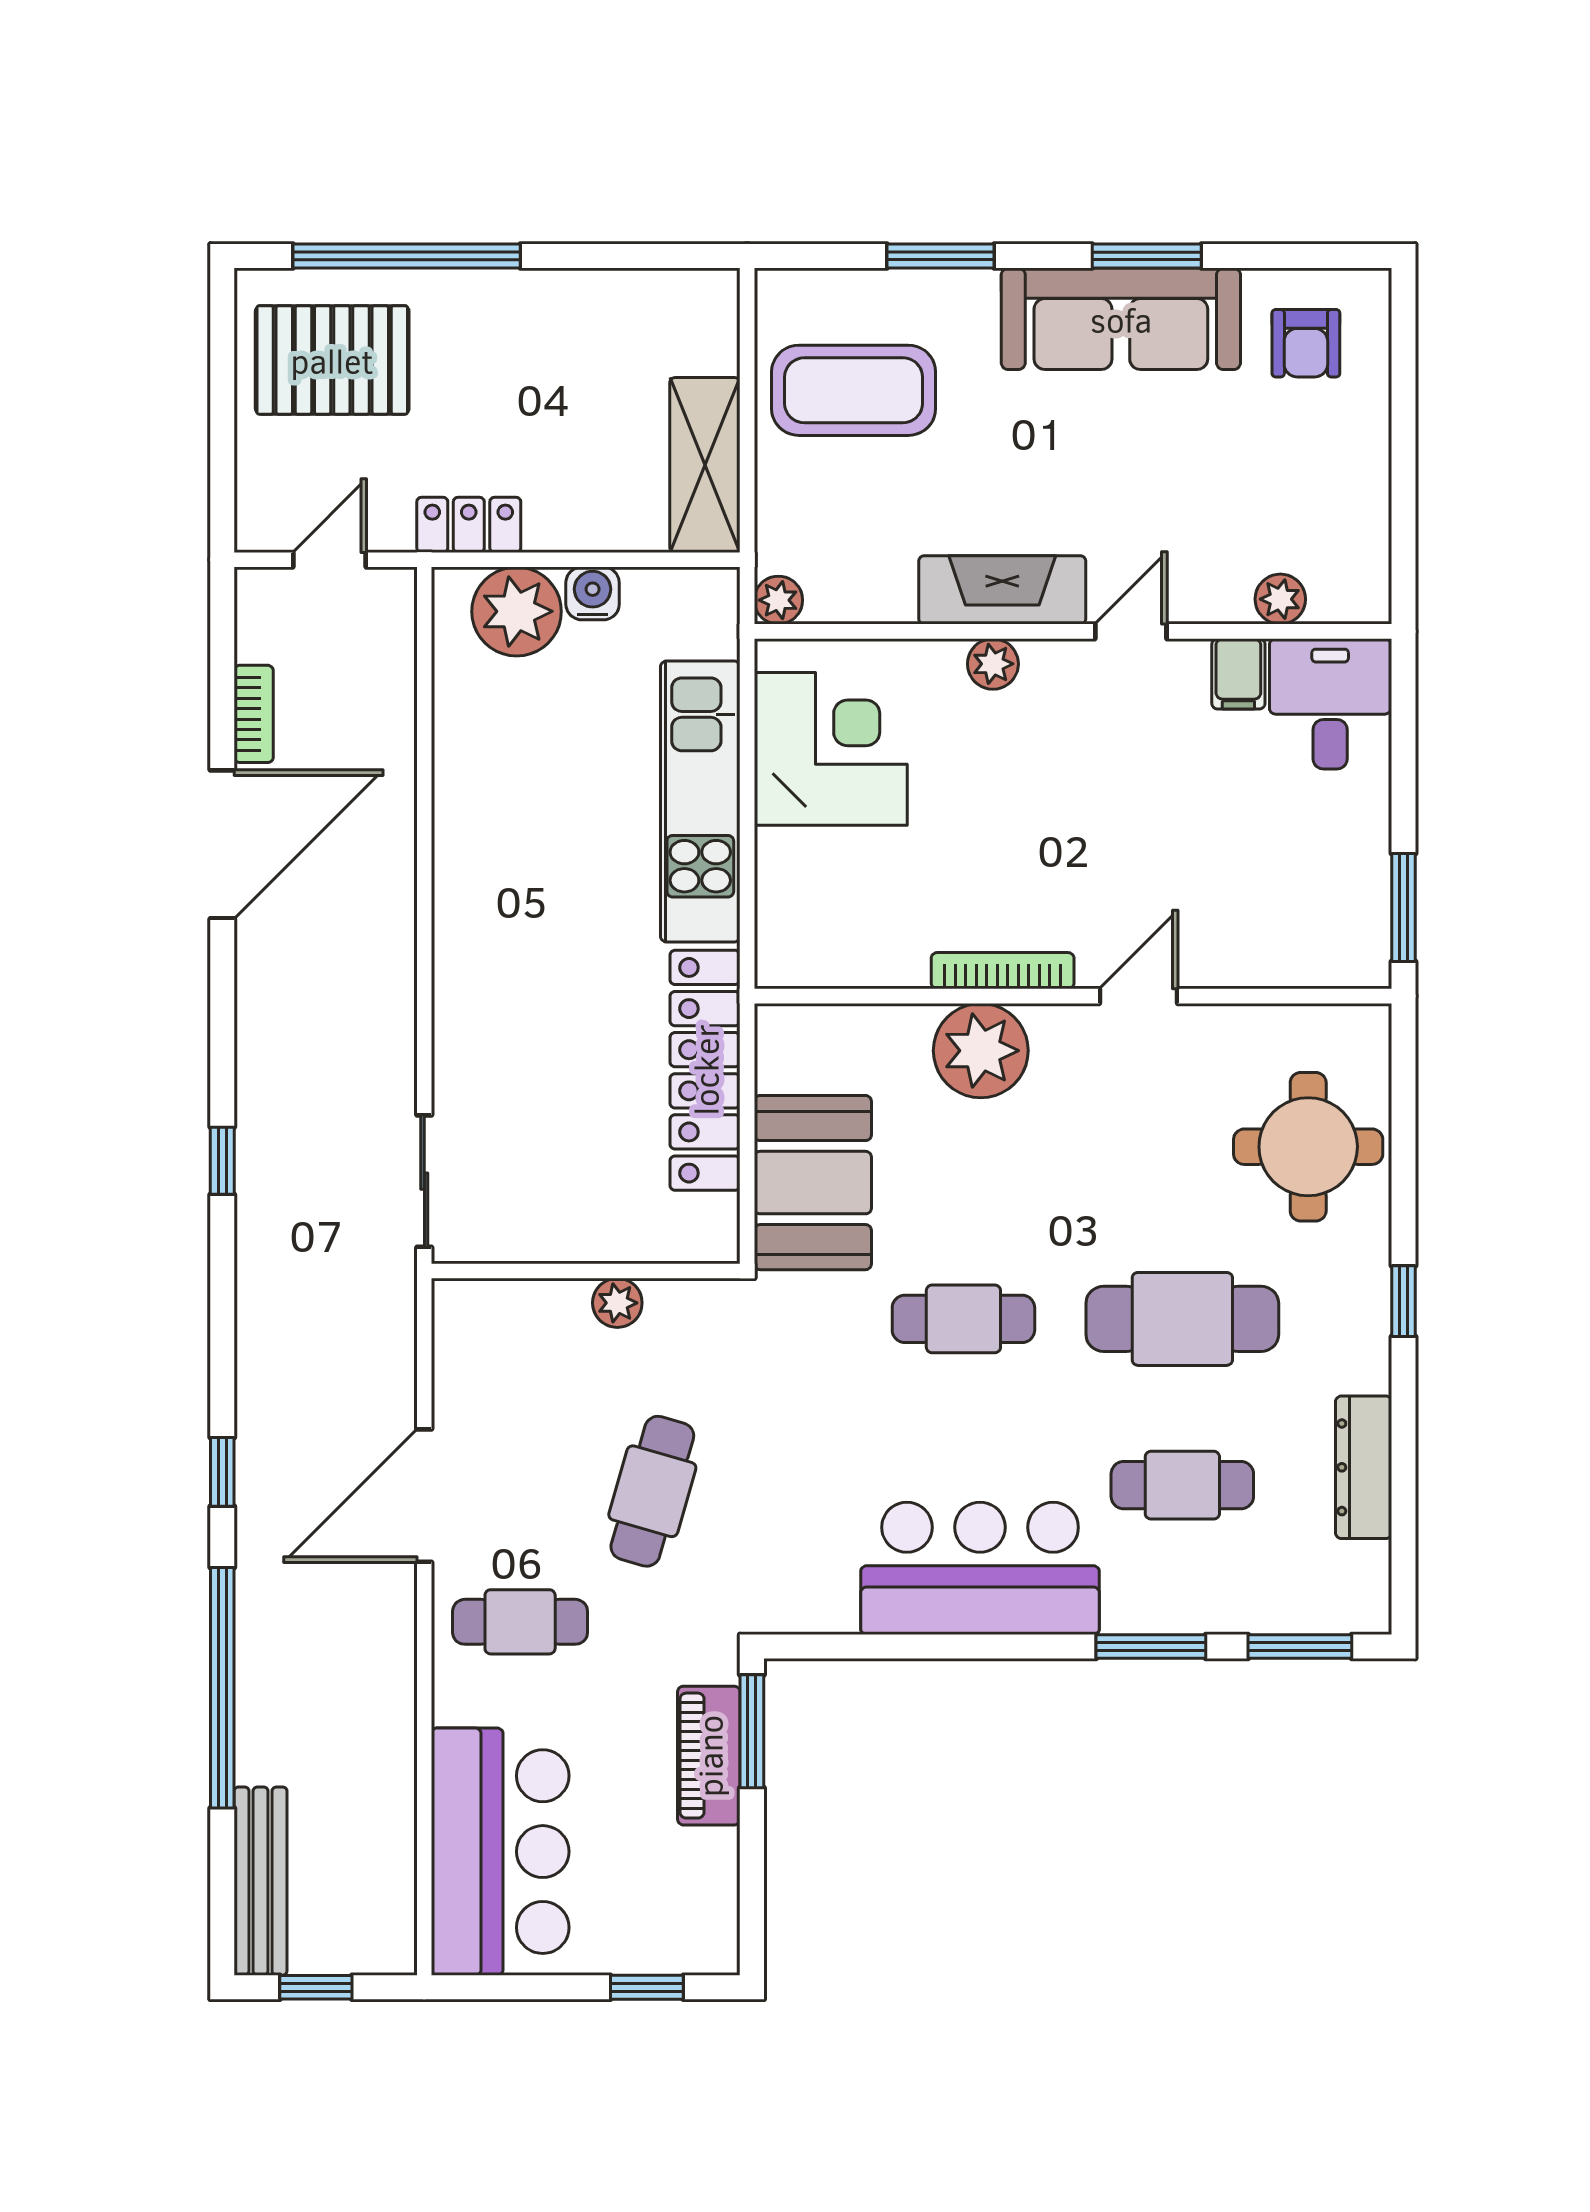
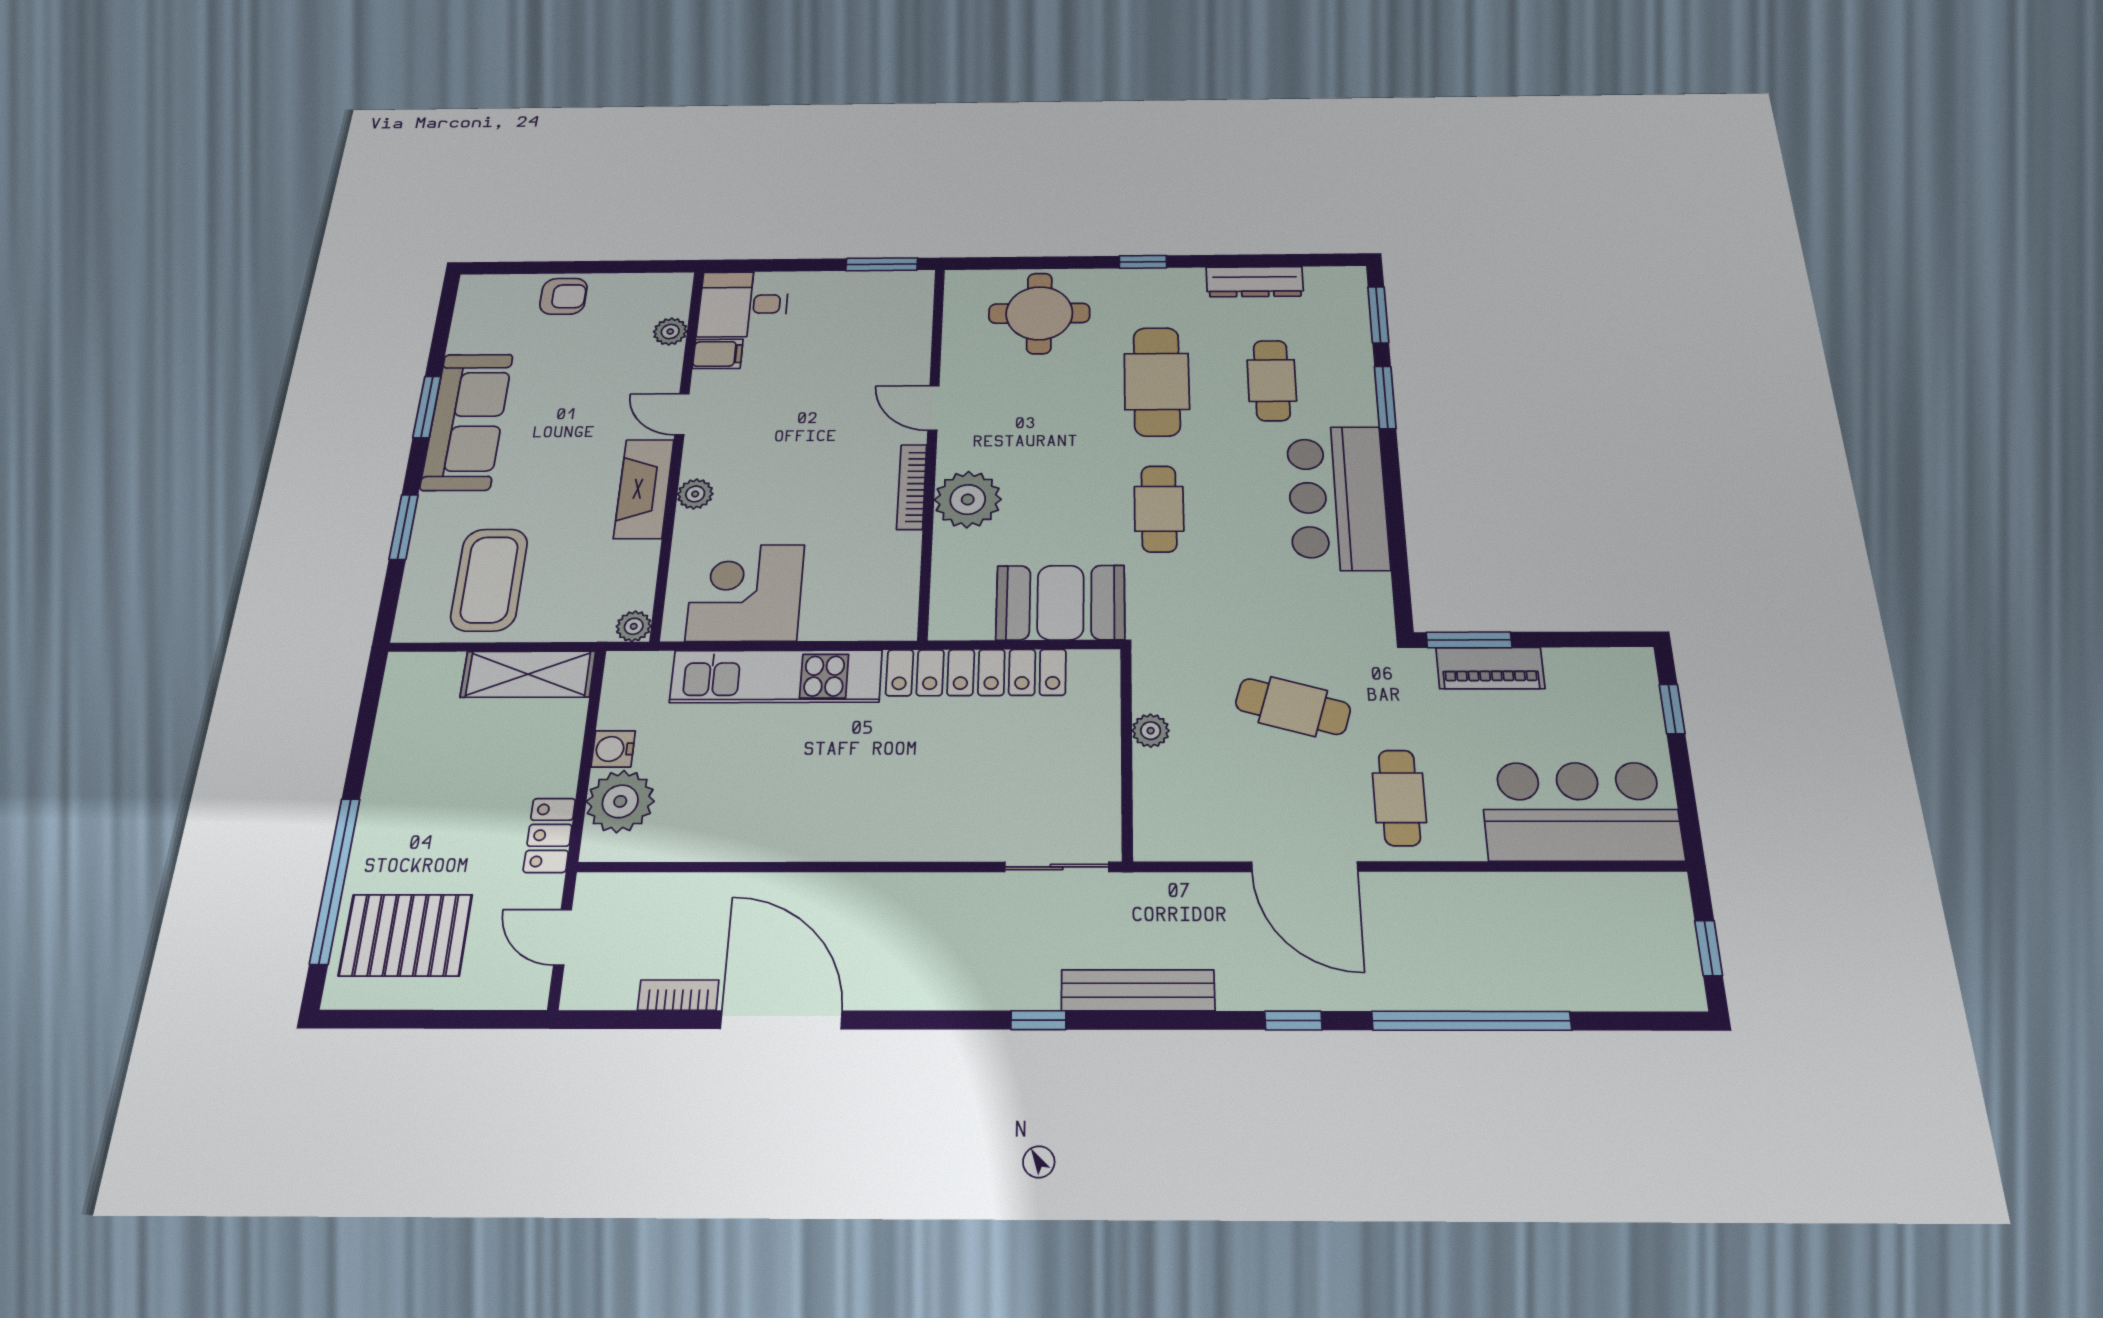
armchair: (1306, 343) -> (563, 296), moved
pallet: (332, 360) -> (406, 935), turned 90
bench: (261, 1881) -> (1138, 990), moved

